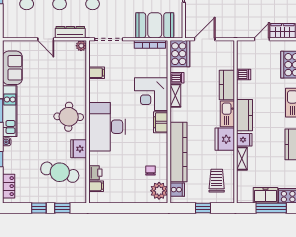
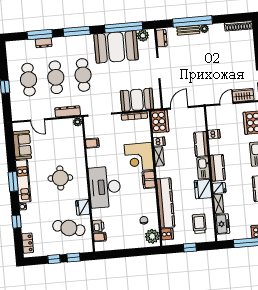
door: (46, 39) -> (37, 120), moved
round table: (69, 117) -> (60, 178), moved
freezer: (265, 195) -> (222, 224), moved, turned 90

